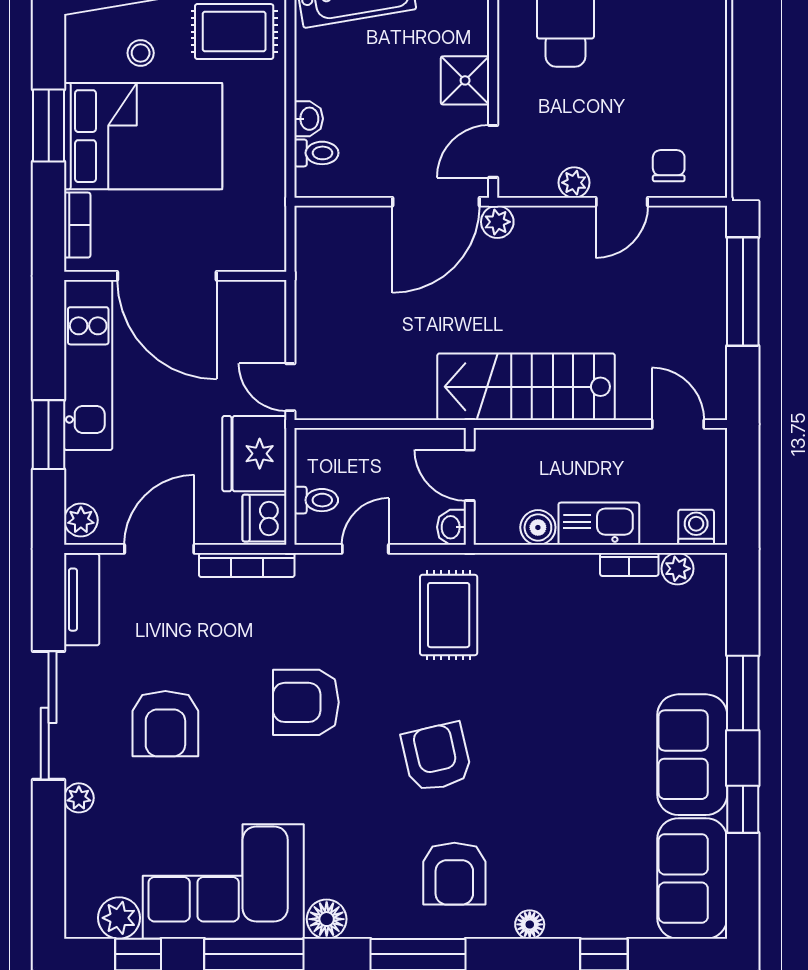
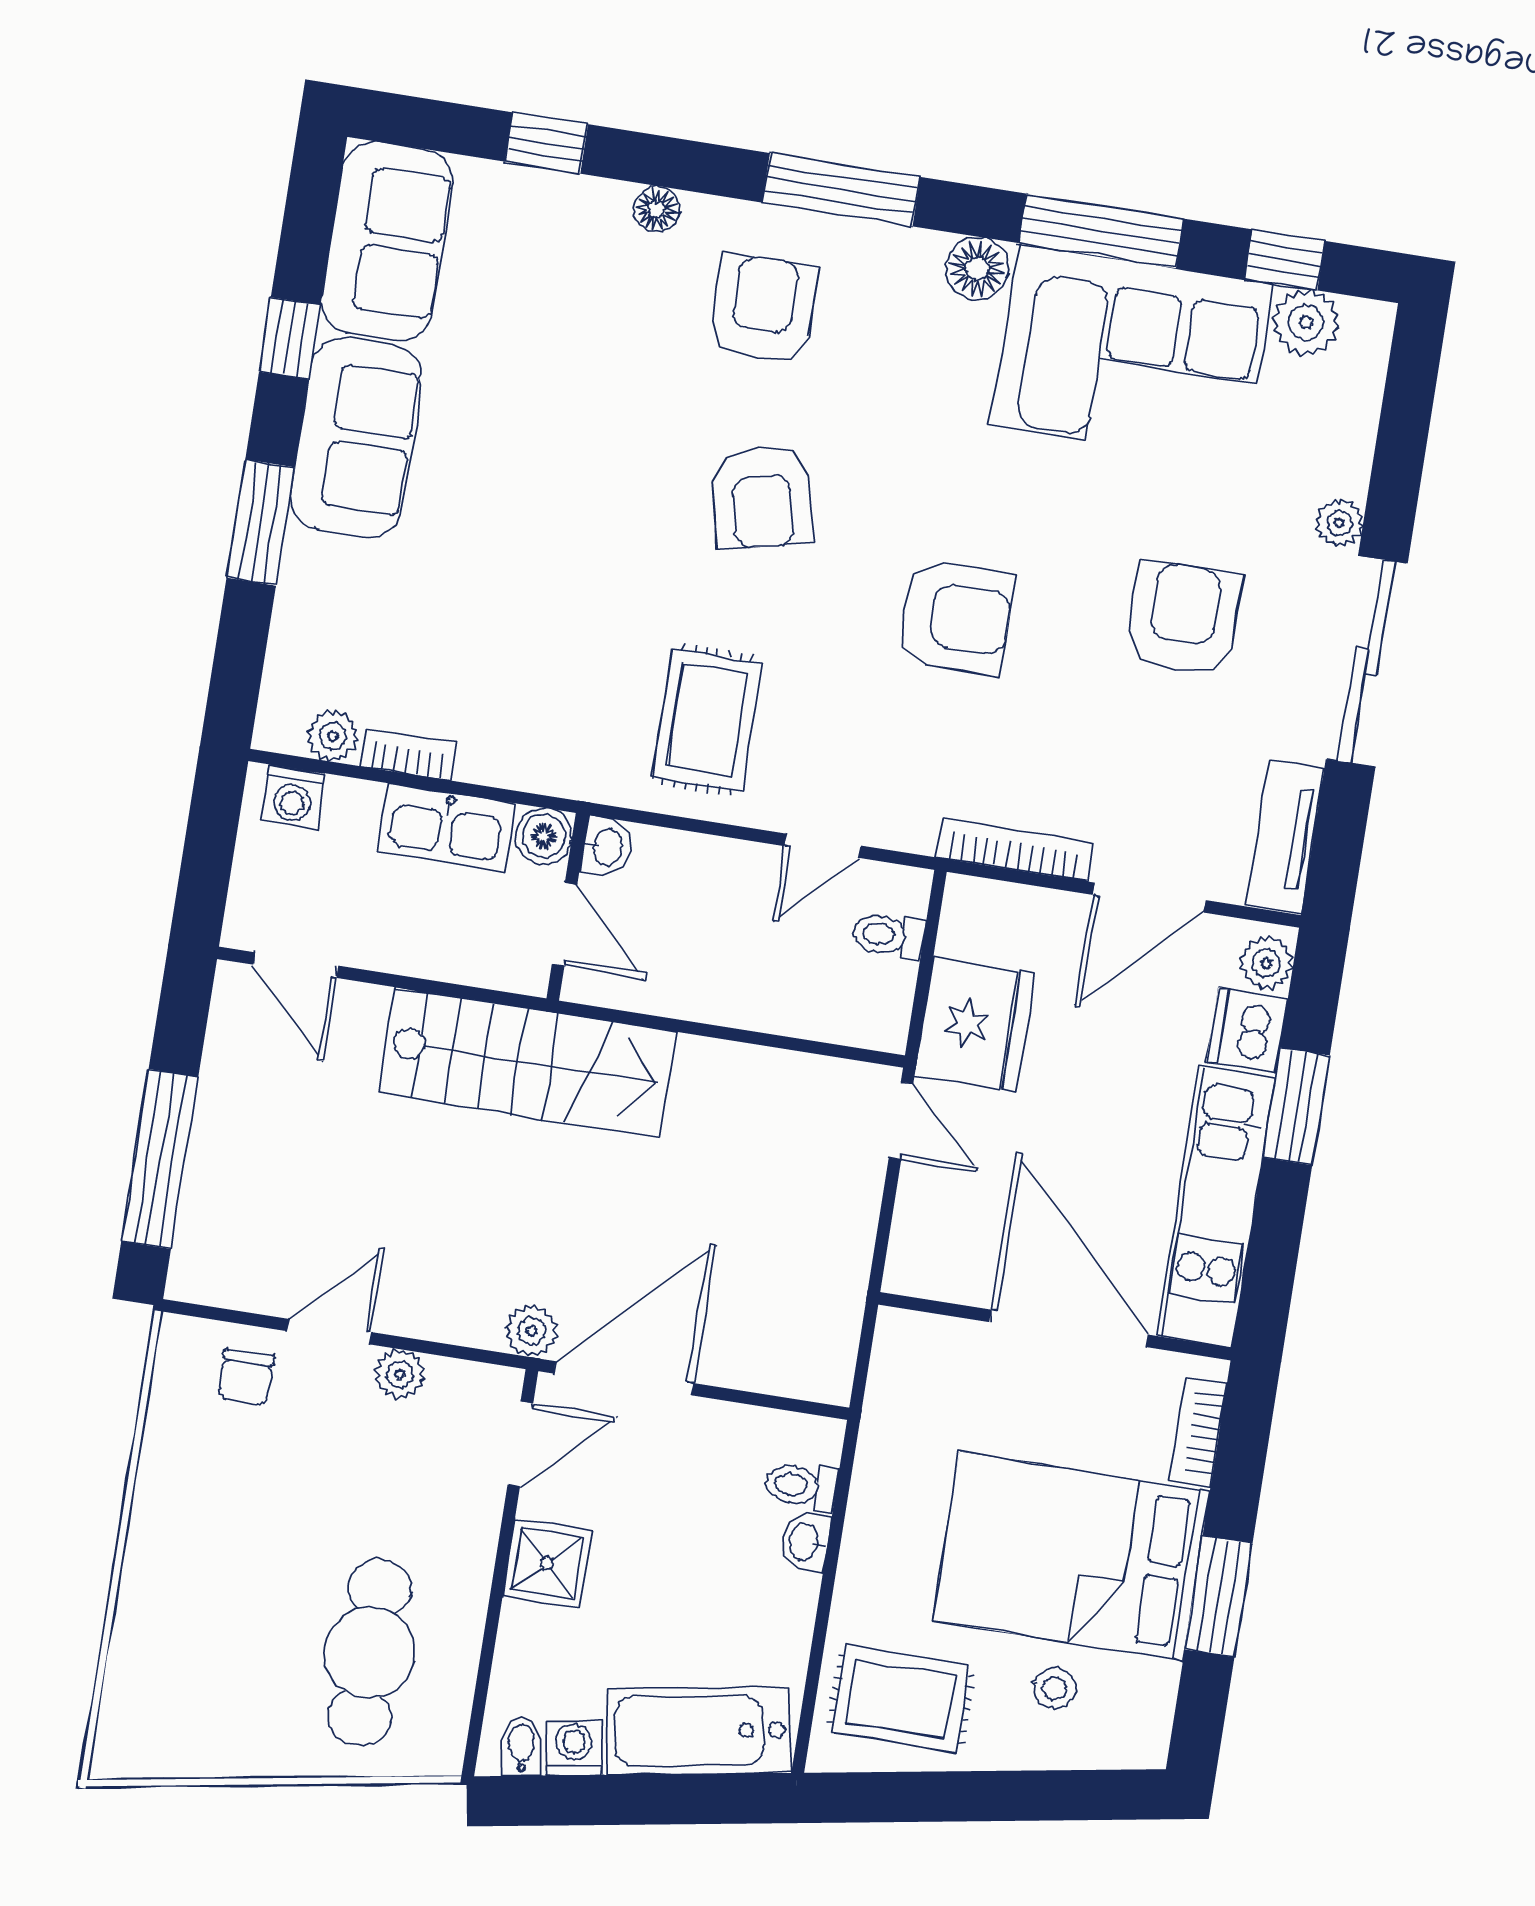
door: (470, 475) -> (565, 924), moved
wall: (470, 486) -> (567, 907), moved
dishwasher: (264, 518) -> (1247, 1030), moved, turned 180
washbasin: (452, 527) -> (606, 847), moved

